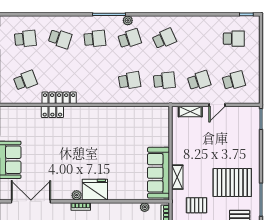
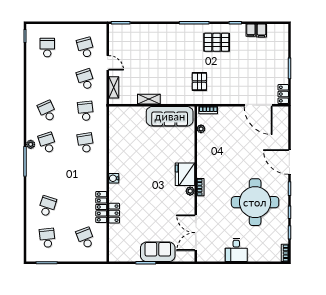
school desk: (95, 39) -> (47, 174), removed
water cooler: (91, 111) -> (114, 178), added
shelving: (177, 177) -> (149, 99), moved
pallet: (232, 183) -> (179, 49), removed

